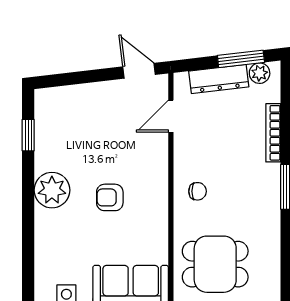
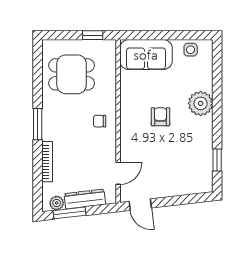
plant: (52, 190) -> (201, 103), moved
armchair: (110, 197) -> (160, 117), turned -90
dining table: (215, 264) -> (72, 74), moved

